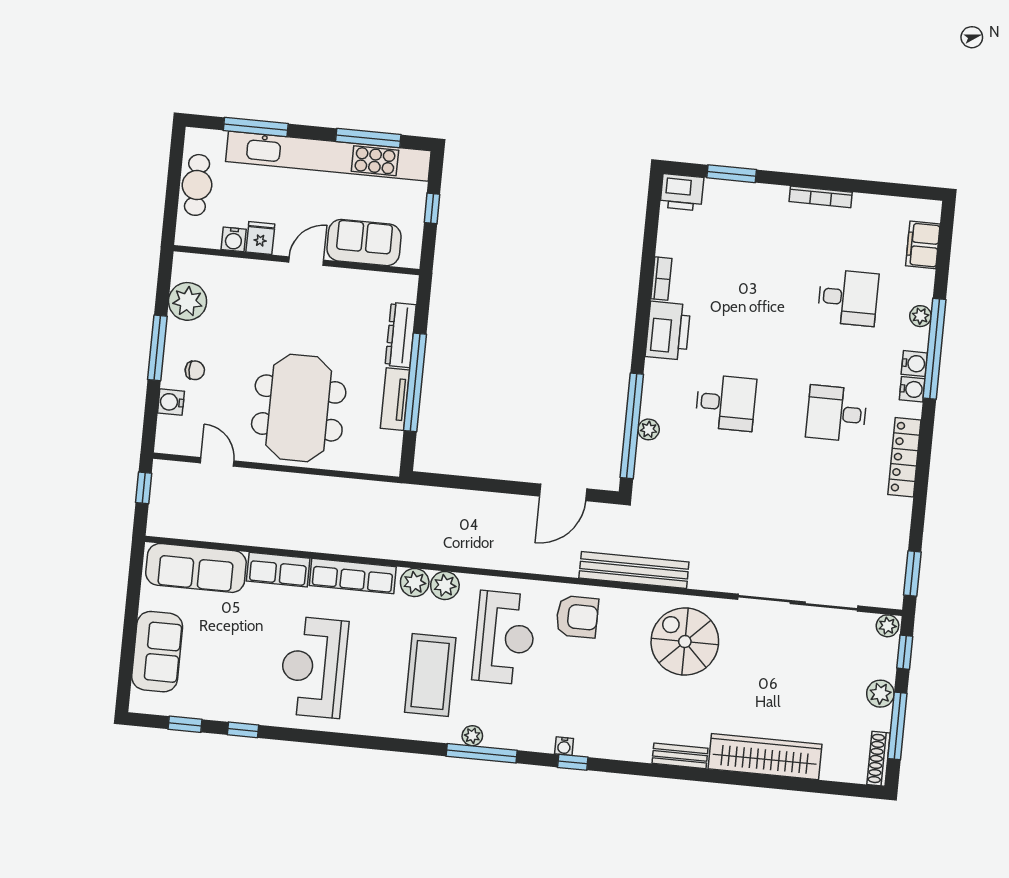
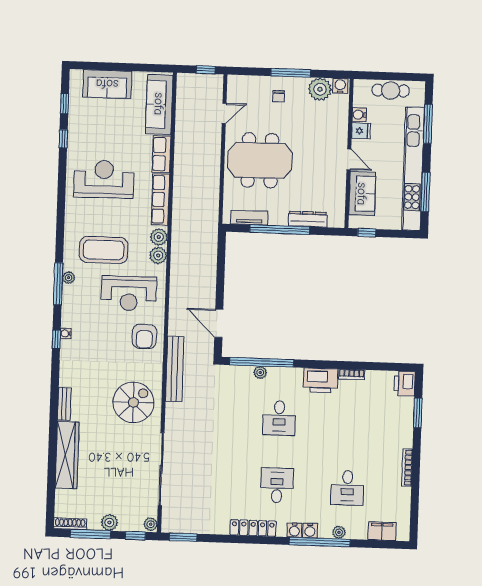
window: (432, 208) -> (367, 233), moved
tv unit: (395, 399) -> (249, 218), moved
water cooler: (171, 402) -> (340, 86), moved

